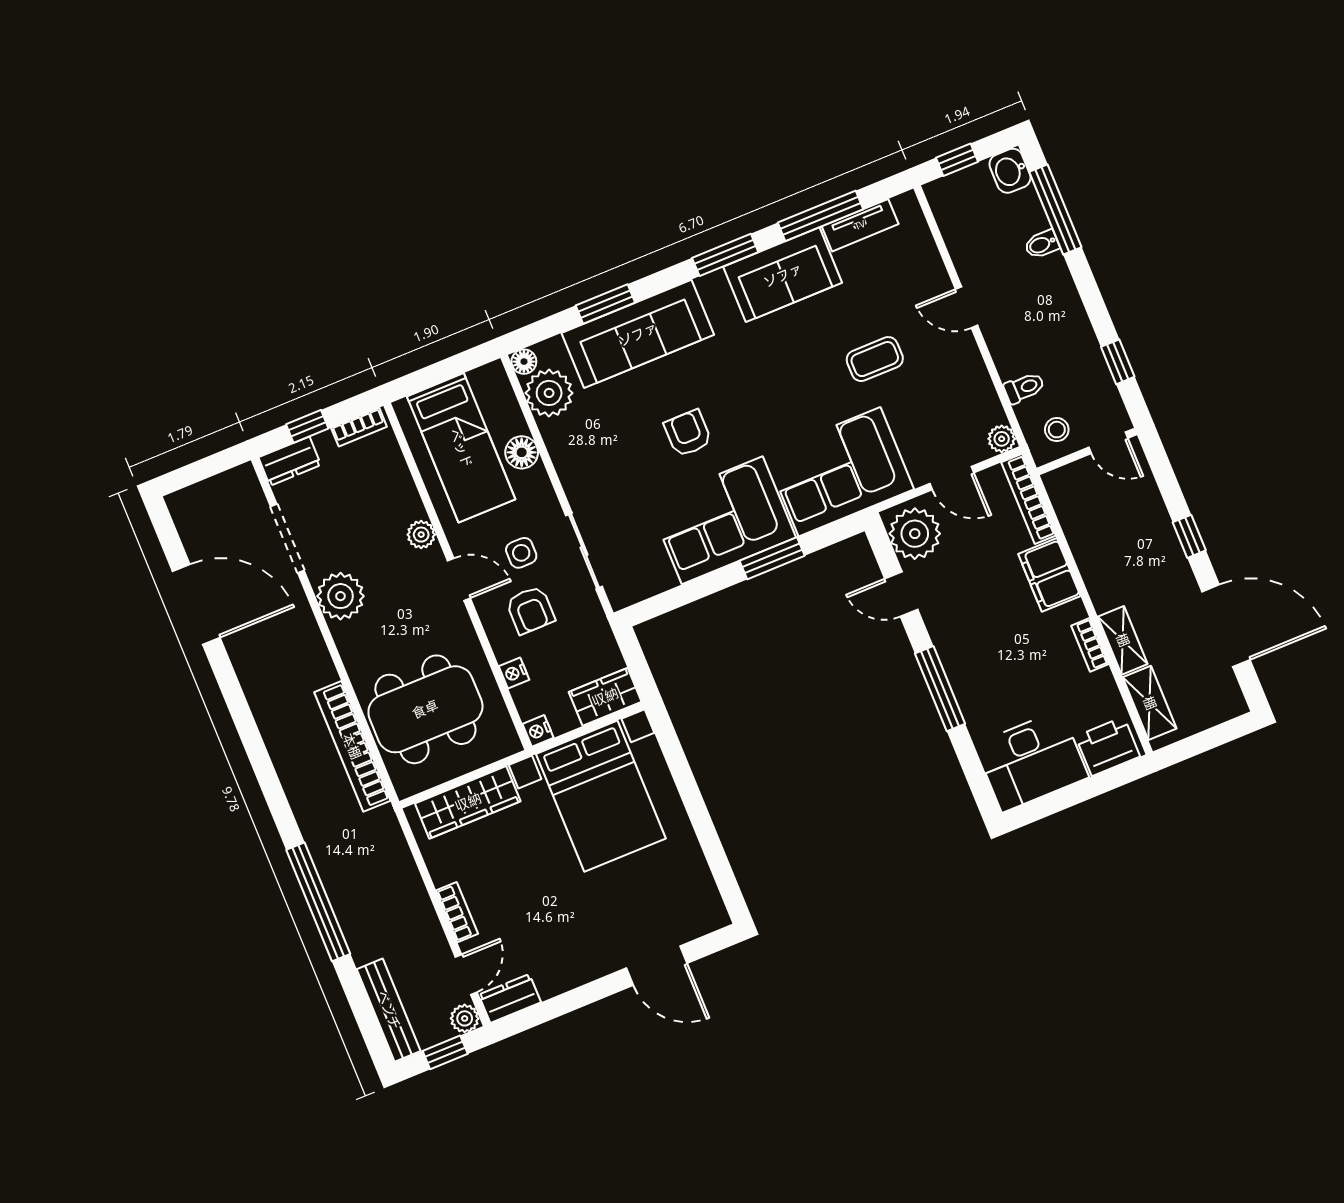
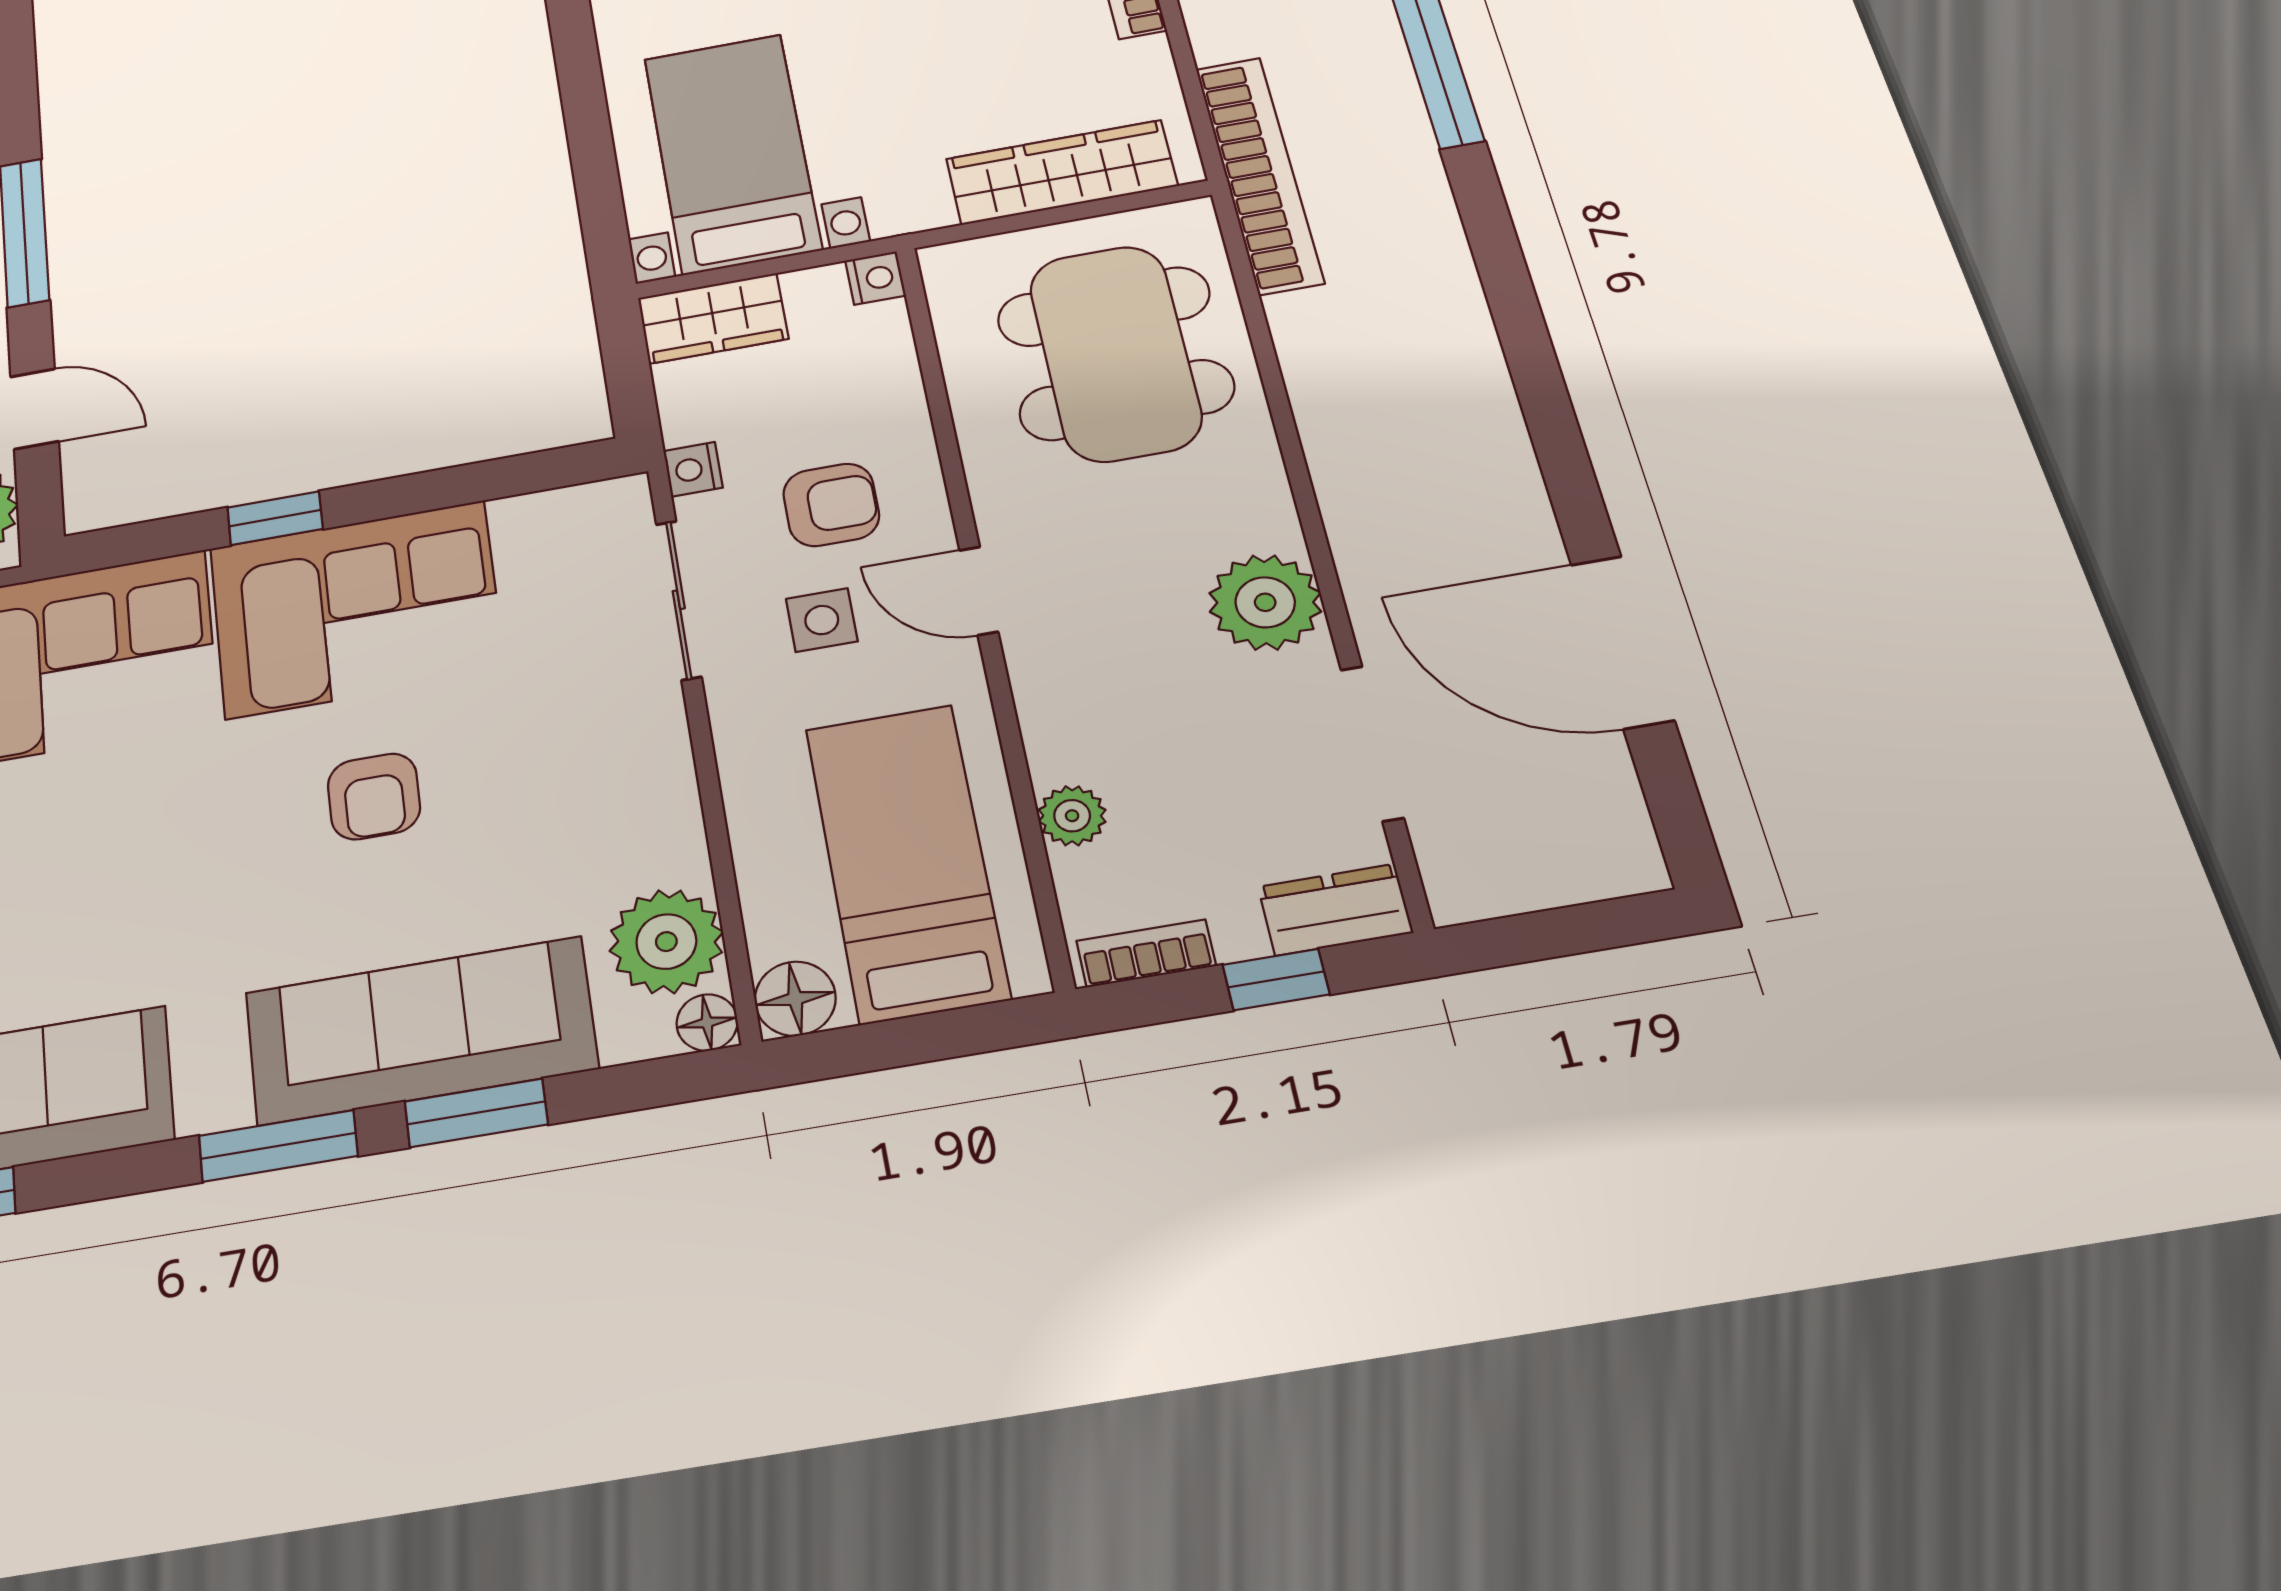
window: (725, 255) -> (278, 1146), moved
floor lamp: (522, 452) -> (795, 999), moved
plant: (421, 535) -> (1072, 816), moved
window: (772, 558) -> (275, 518), width x0.67
armchair: (530, 610) -> (831, 505), turned 90
nightstand: (514, 673) -> (693, 469), moved, turned 180
dining table: (425, 709) -> (1115, 353), turned 90
bookcase: (352, 746) -> (1259, 175), moved
bed with nightstands: (601, 796) -> (732, 153), width x0.73

